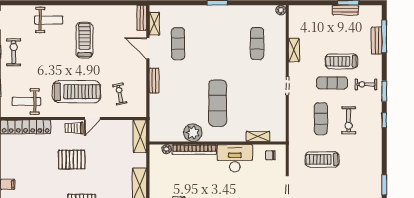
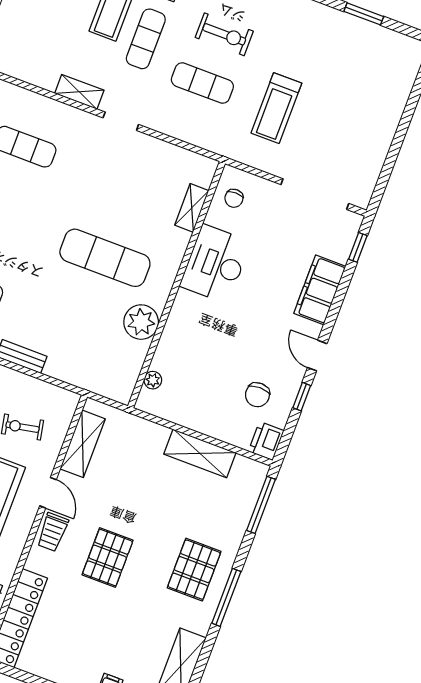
shelving: (294, 50) -> (79, 92), moved
shelving: (140, 136) -> (83, 444), moved, turned 90
bookcase: (194, 149) -> (172, 331), removed

